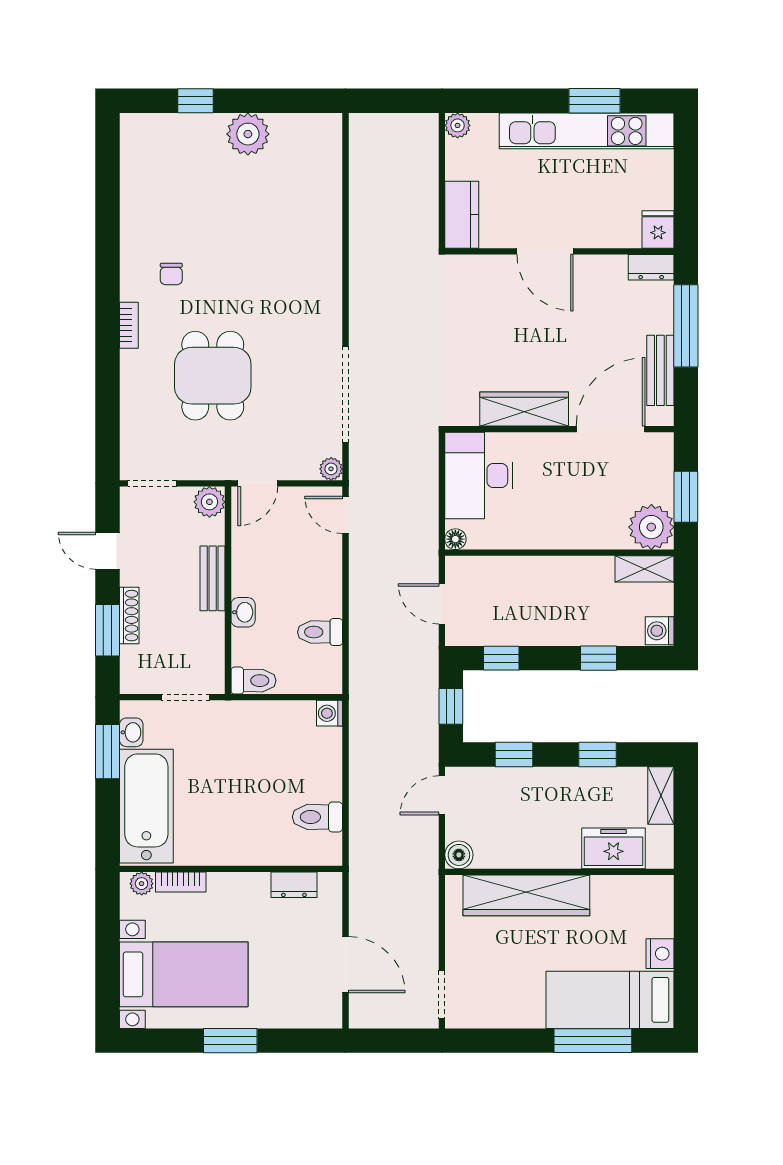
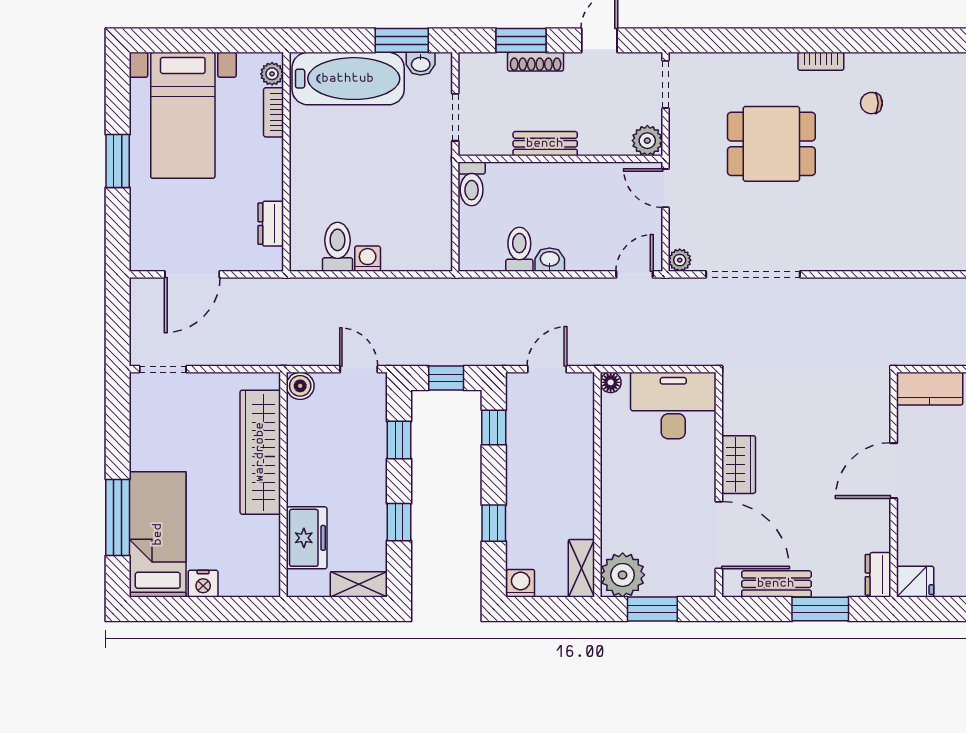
window: (686, 326) -> (820, 609), width x0.69
wardrobe: (524, 409) -> (739, 465), width x0.67
bench: (213, 578) -> (545, 144), moved
washbasin: (243, 612) -> (550, 260), moved, turned 180
washing machine: (329, 713) -> (368, 259), moved

